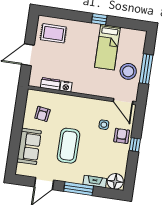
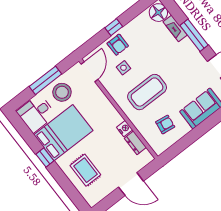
rug: (53, 33) -> (85, 170), moved
desk: (132, 42) -> (36, 113), added
bed: (108, 47) -> (63, 133), width x1.50
armchair: (122, 136) -> (118, 45), turned -90
coffee table: (68, 146) -> (147, 92), moved

